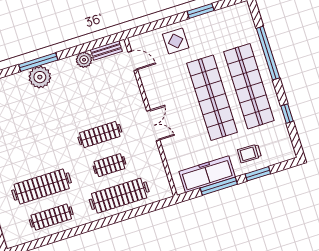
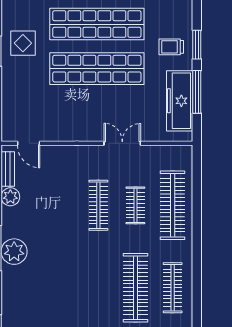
display table: (176, 41) -> (23, 43), moved
door: (133, 61) -> (29, 143), swing flipped
double door: (153, 125) -> (122, 143), moved
trolley: (249, 153) -> (171, 47), turned 89

